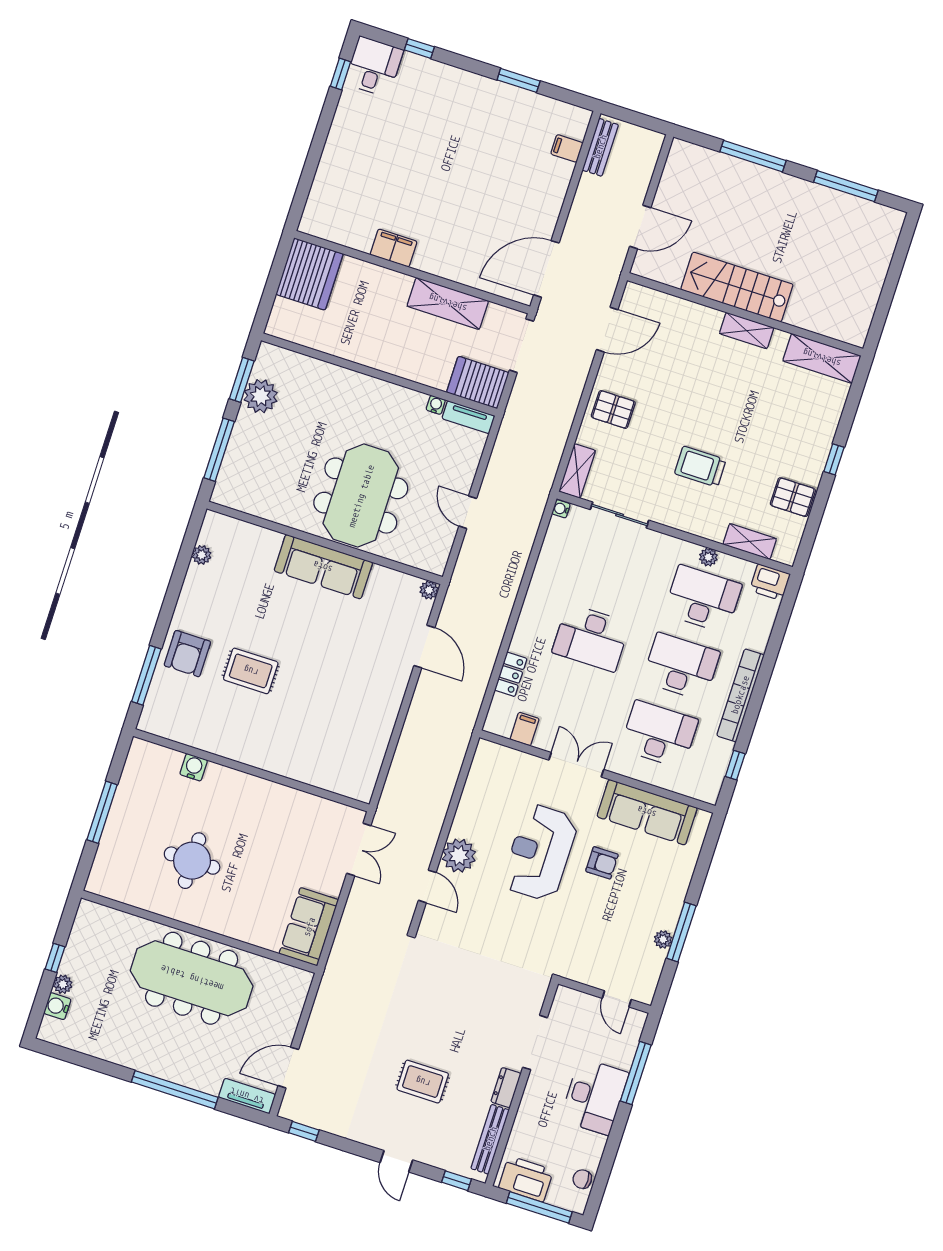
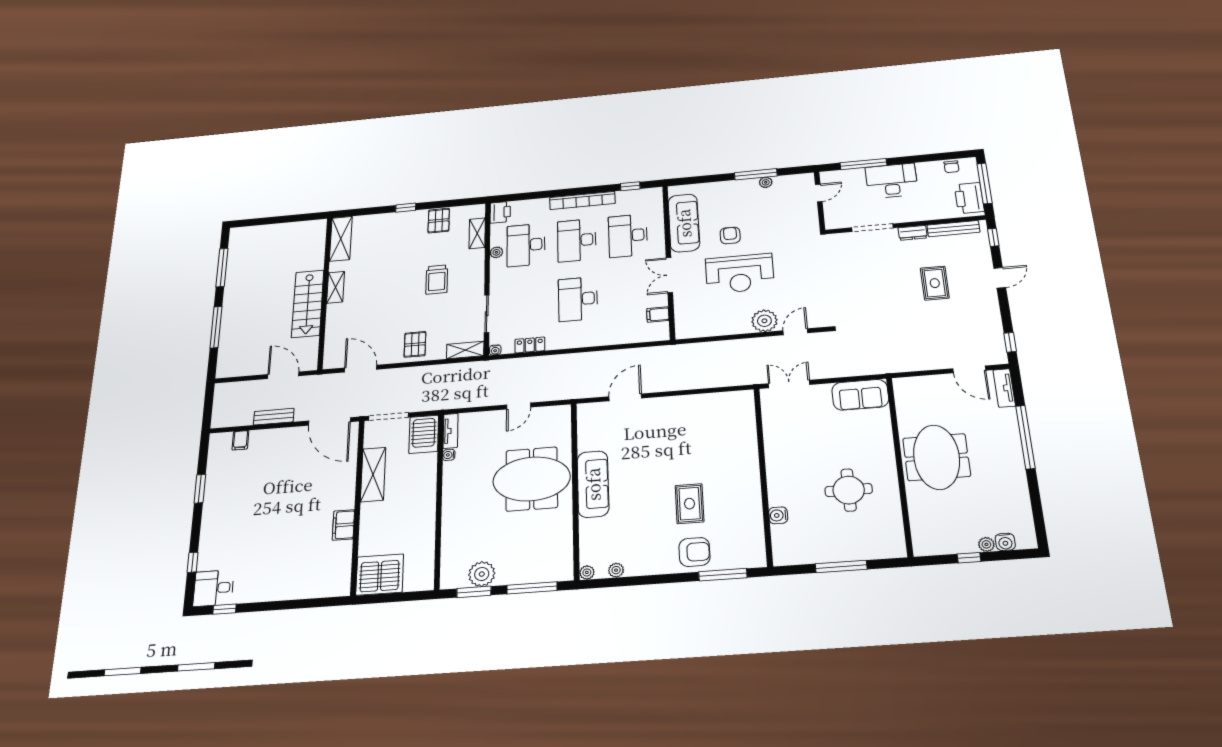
bench: (600, 147) -> (274, 417), moved
plant: (429, 590) -> (587, 572), moved
desk: (591, 638) -> (578, 299), turned 180
locker: (511, 674) -> (530, 345), moved
meeting table: (192, 978) -> (937, 457), width x0.73

